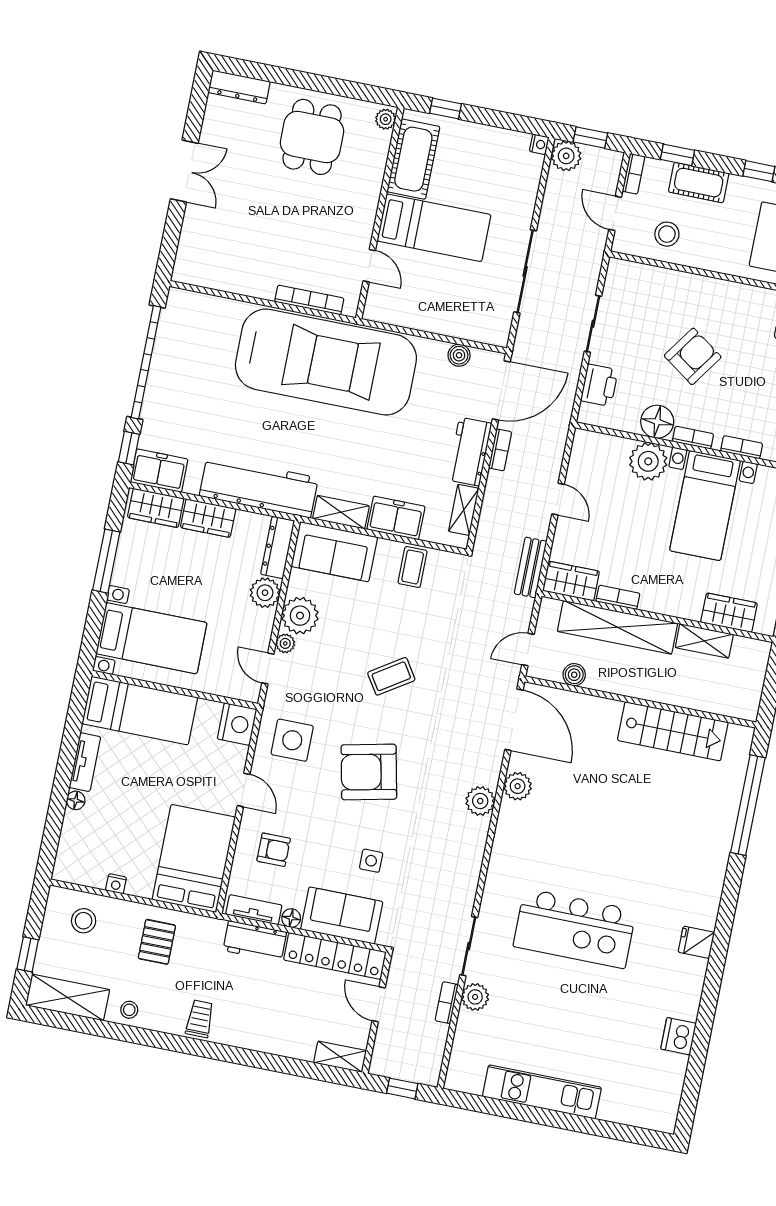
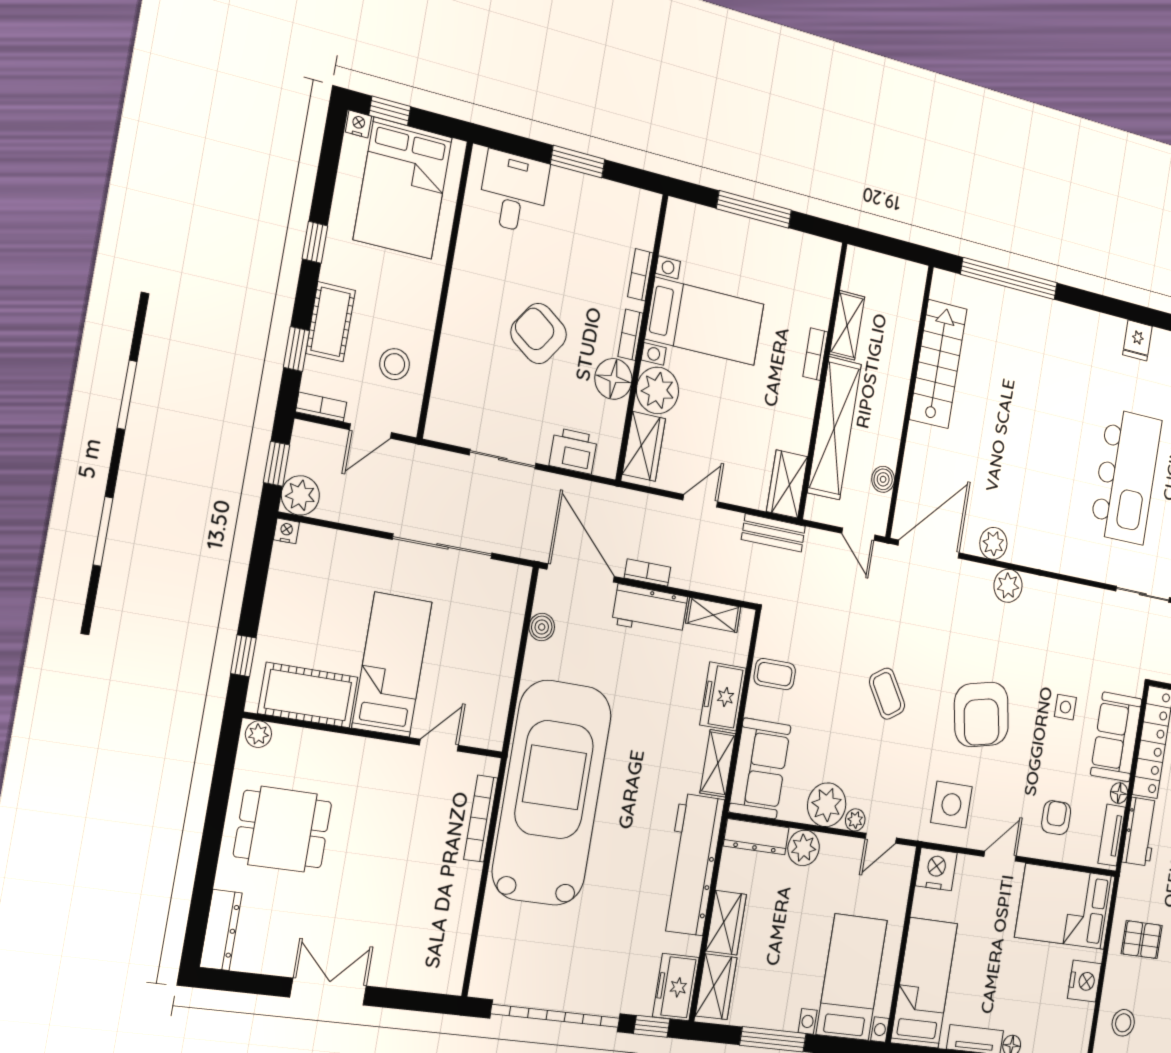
bookcase: (618, 597) -> (815, 354), moved
wardrobe: (729, 613) -> (644, 446), moved, turned 180
nightstand: (116, 884) -> (1084, 981), width x1.89, depth x1.79

